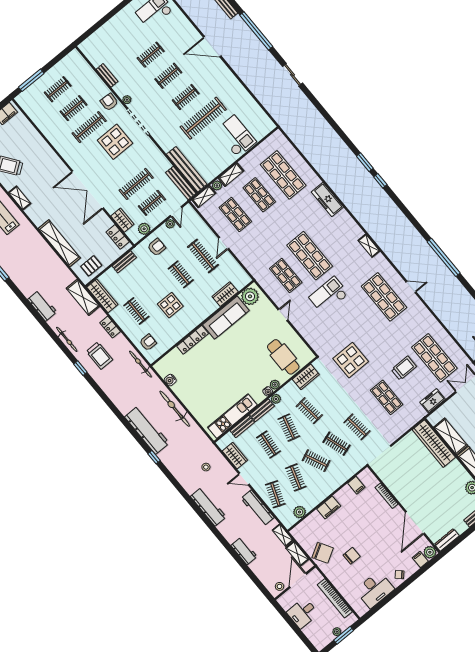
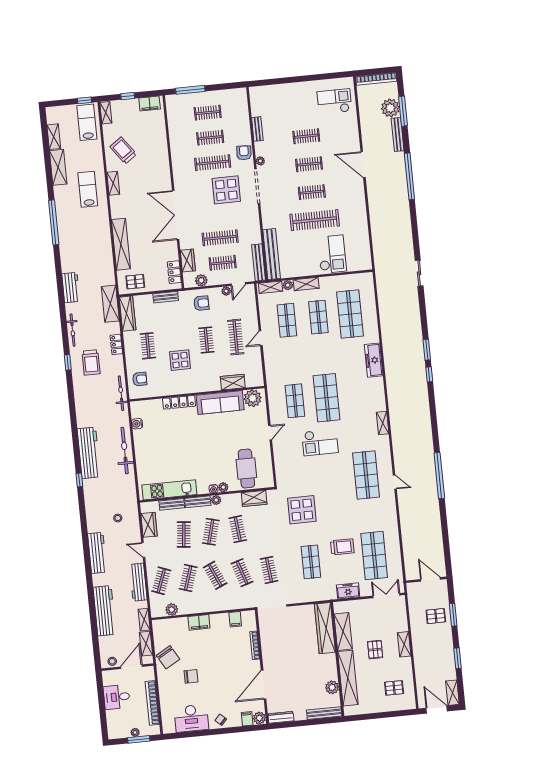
sliding door: (293, 75) -> (419, 273), moved
checkout: (329, 295) -> (320, 442), turned 180
workbench: (244, 551) -> (104, 611), width x1.88, depth x1.32

